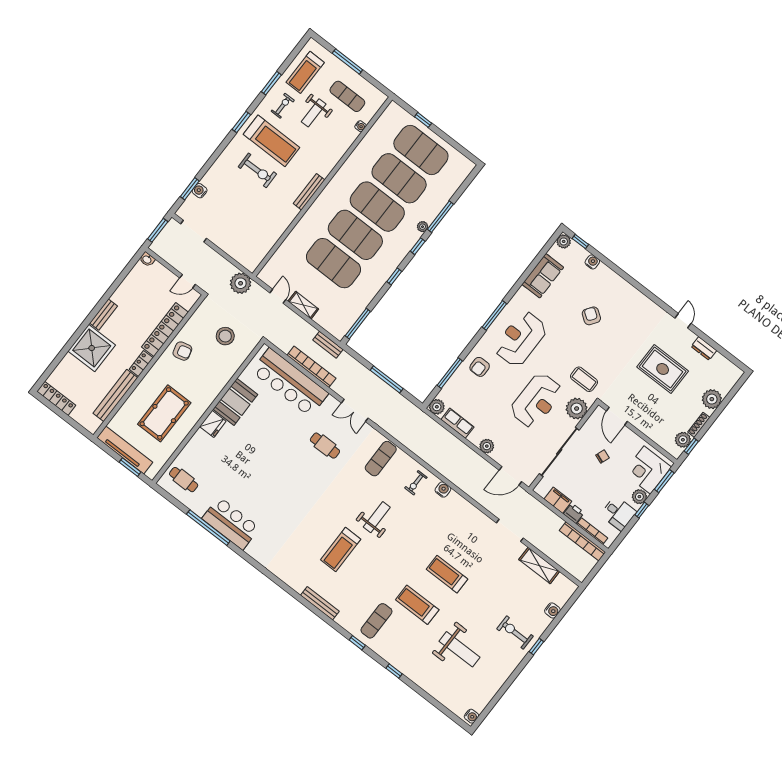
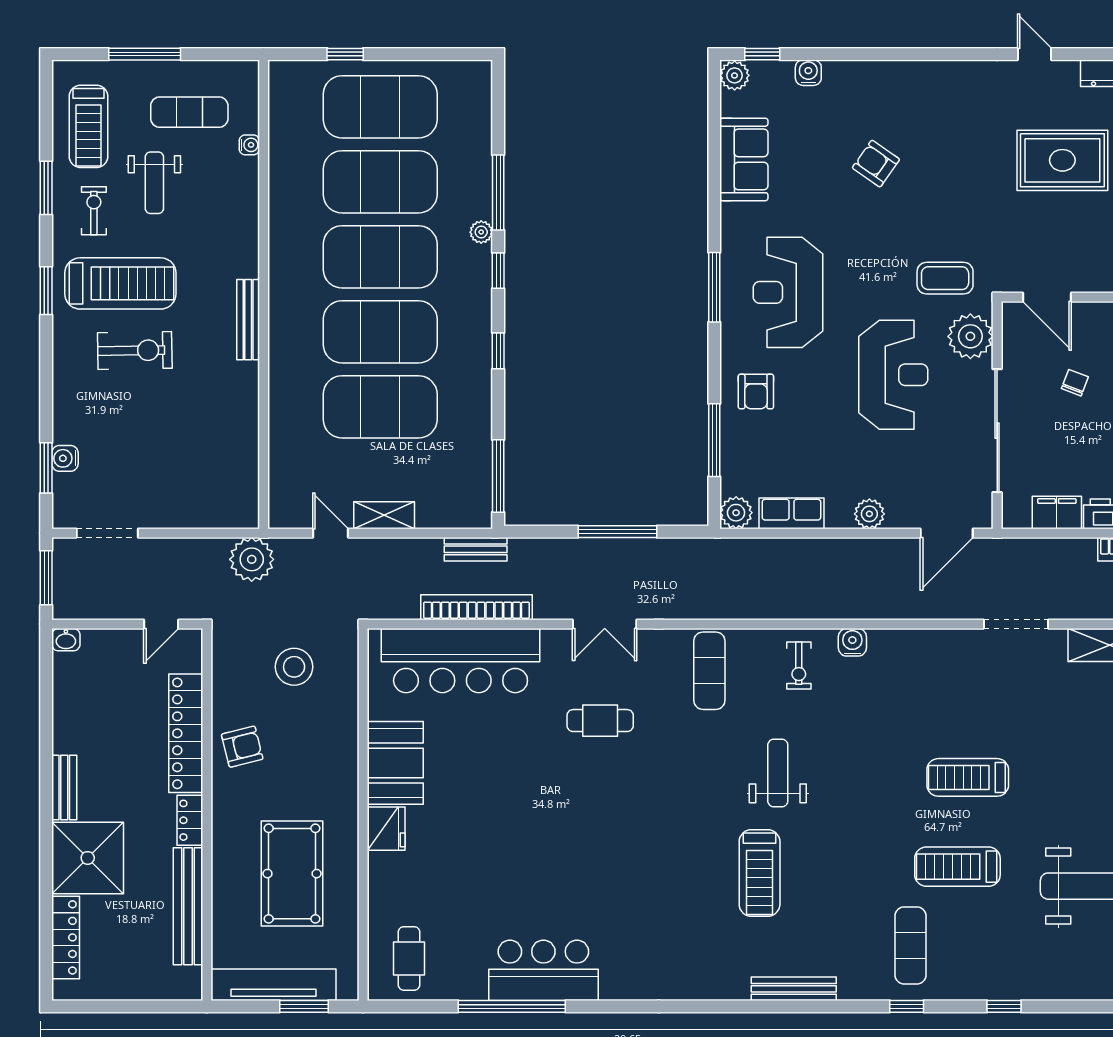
locker: (56, 398) -> (66, 937), moved, turned 90
cafe table: (184, 480) -> (409, 958), turned 90

